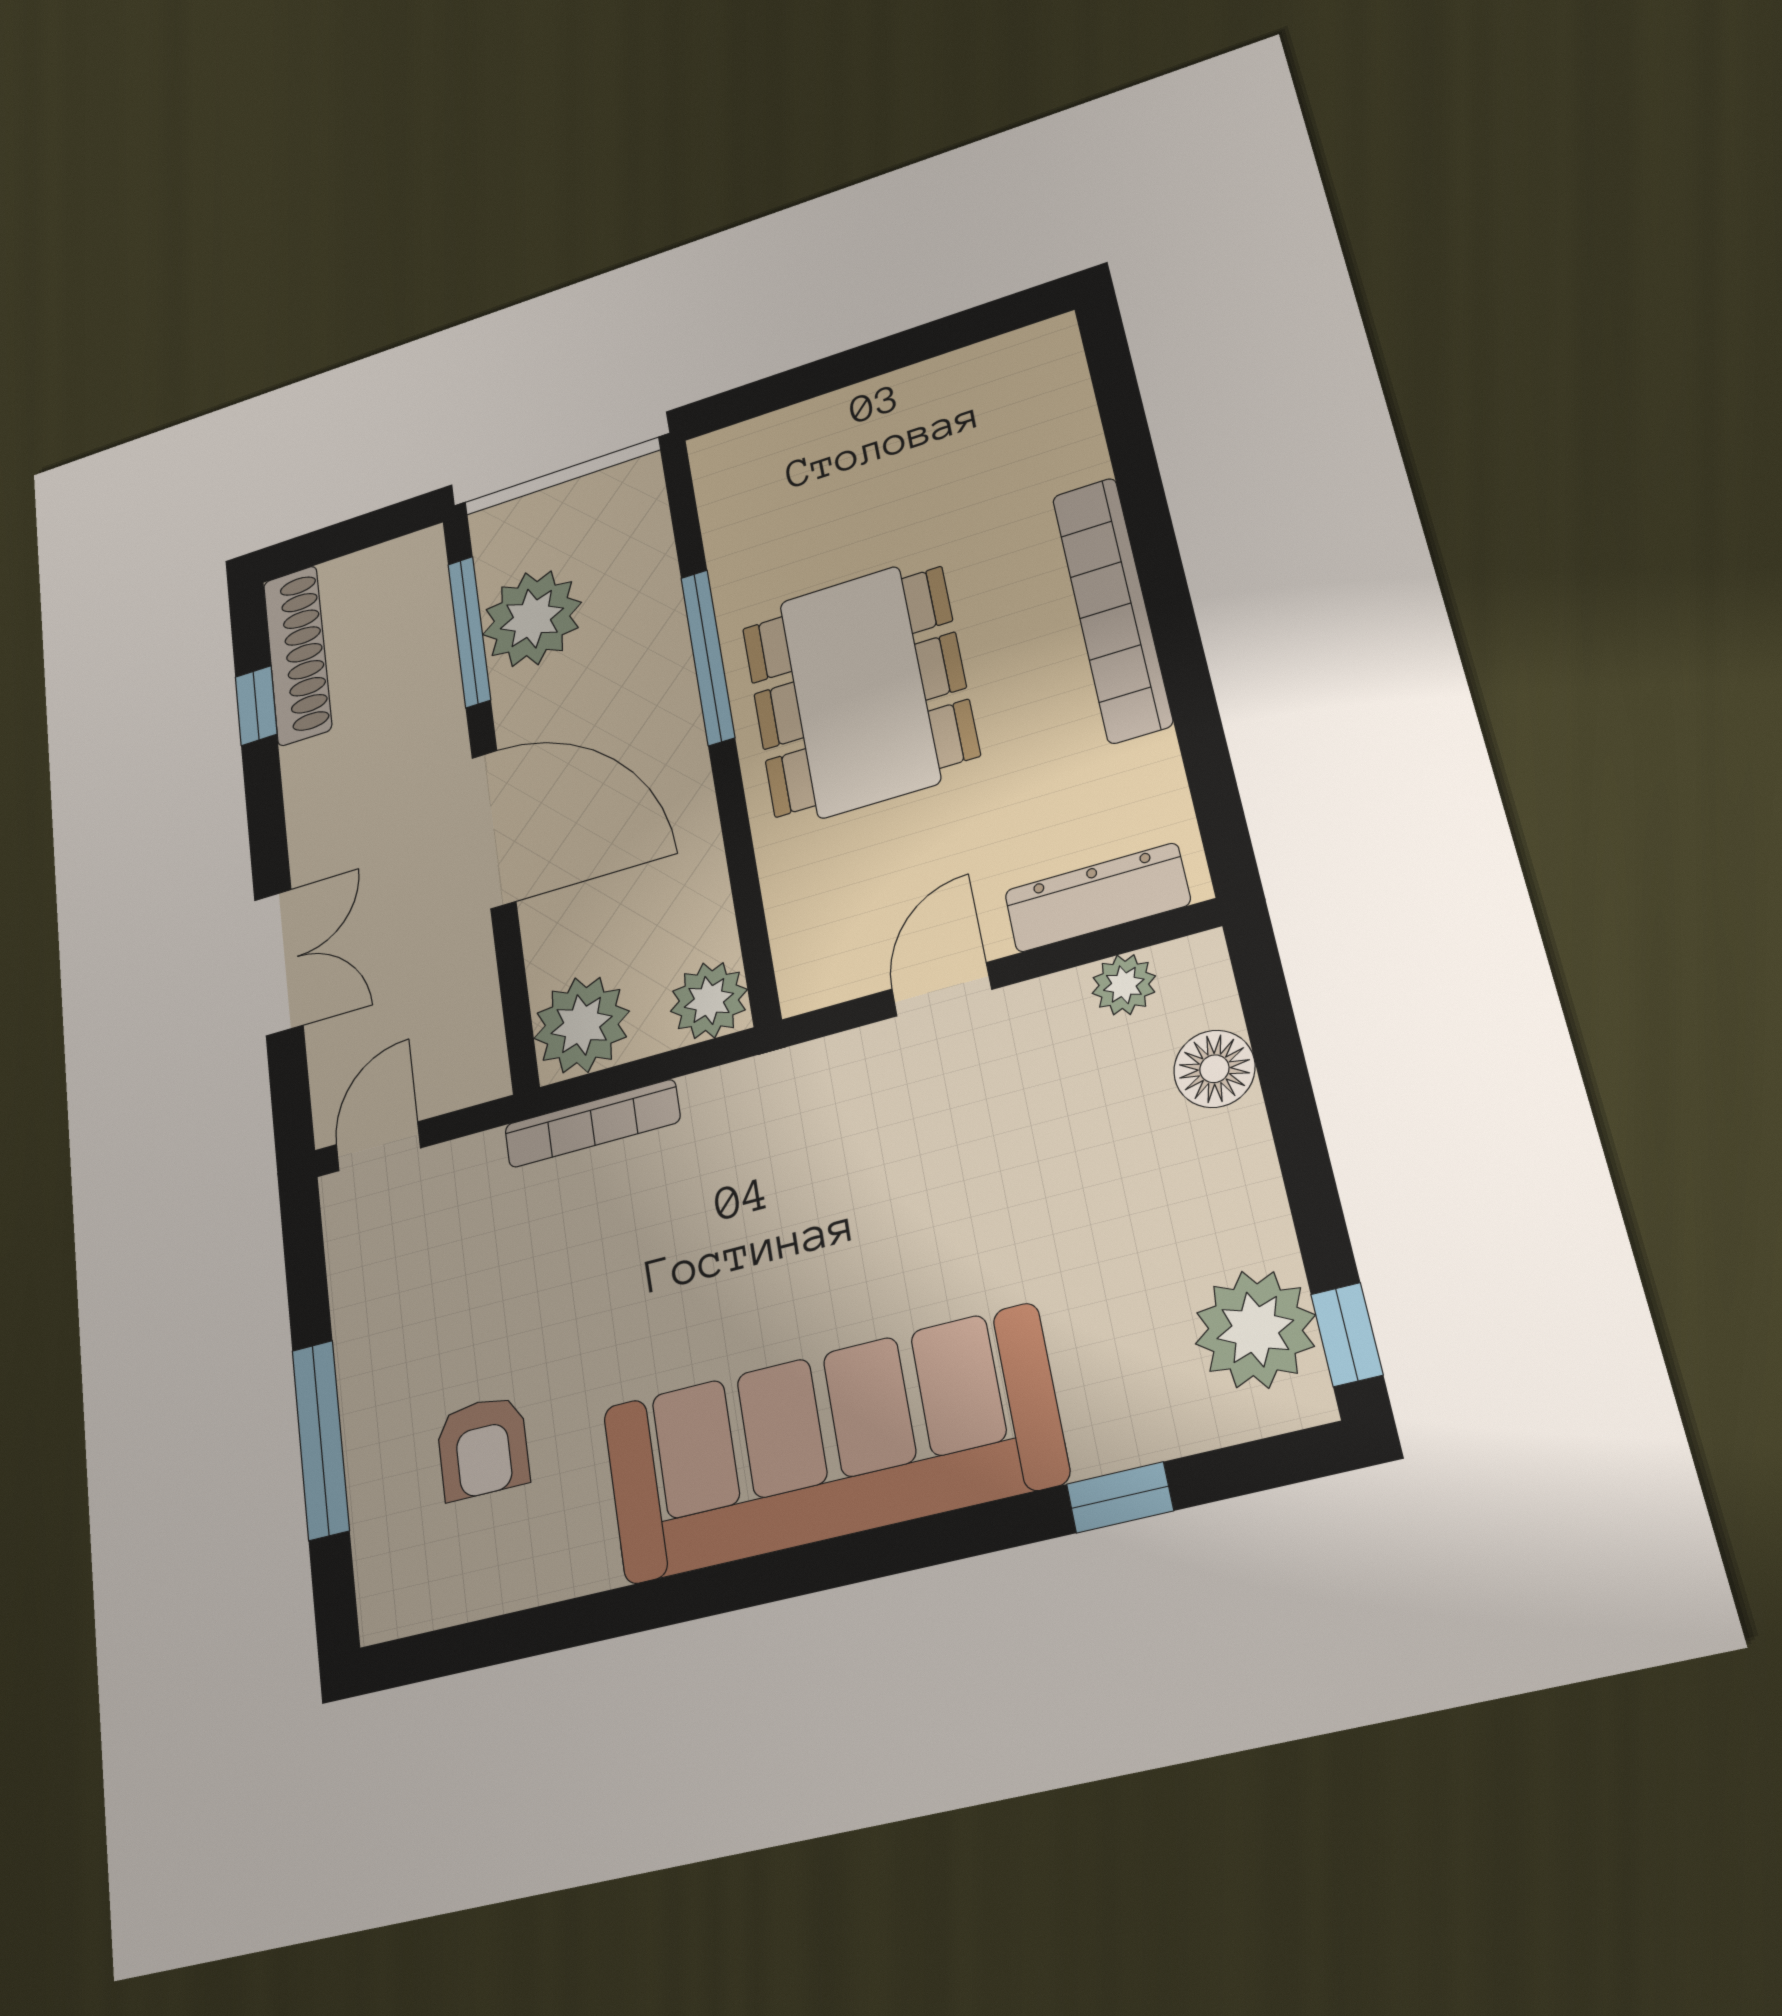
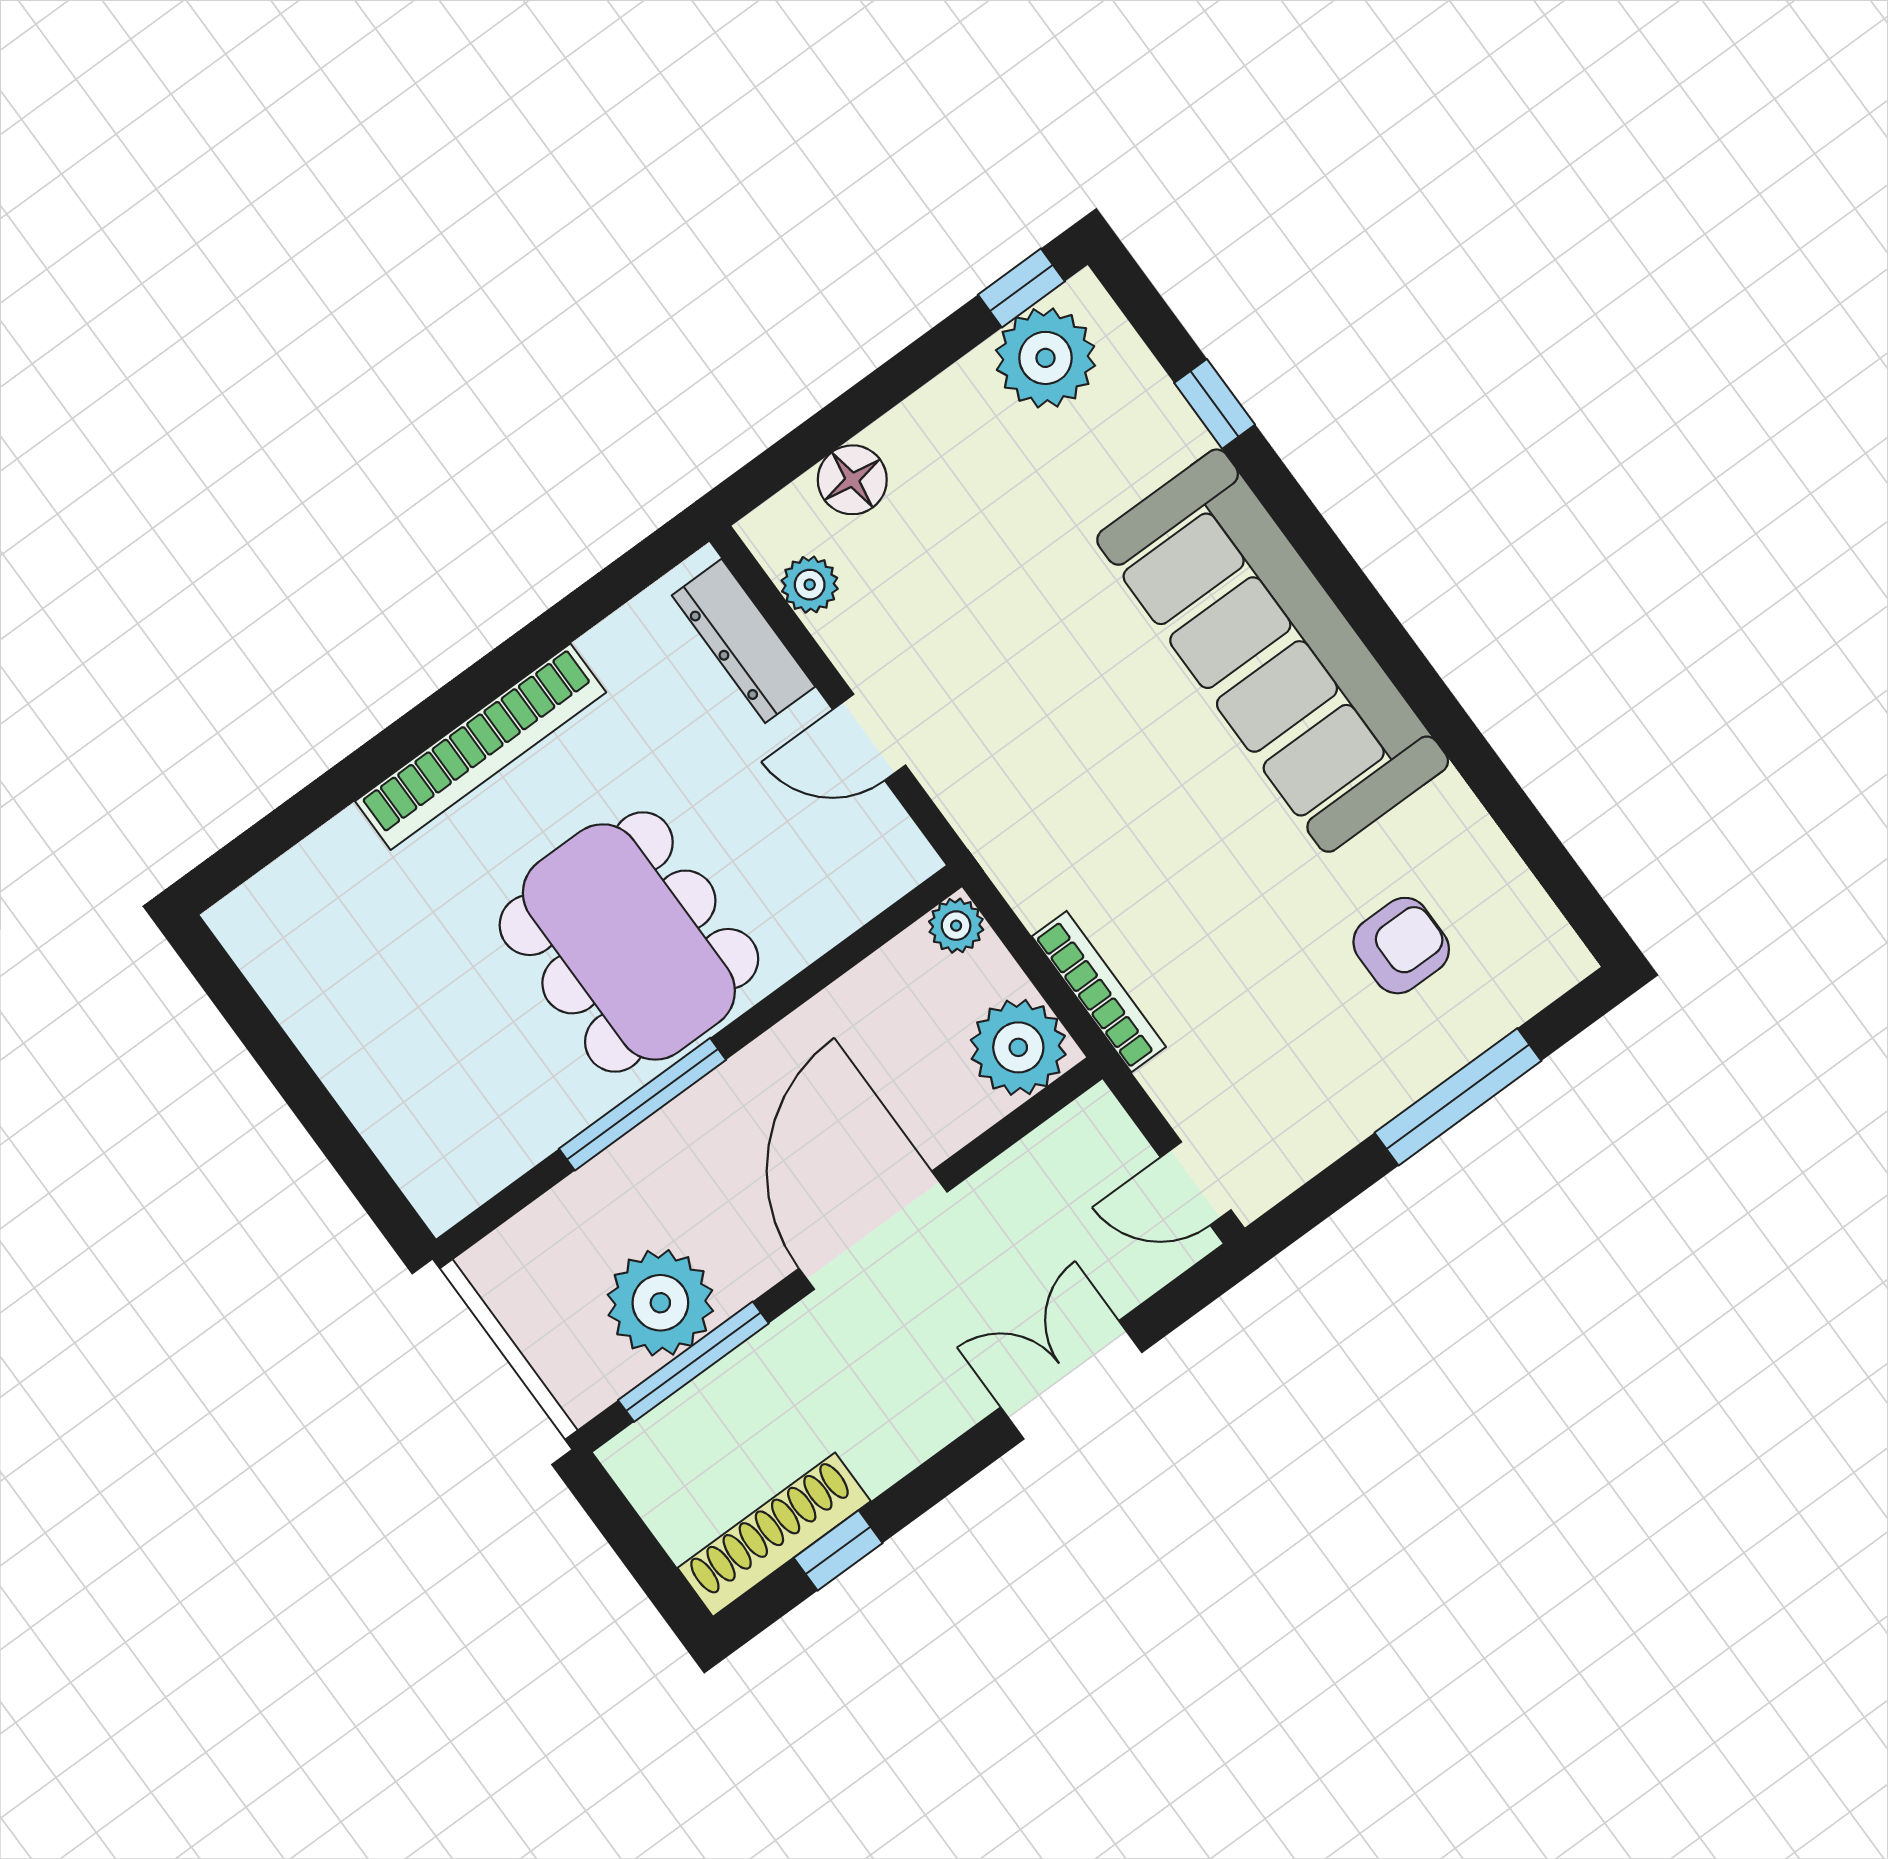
dining table: (859, 691) -> (629, 942), turned 90
plant: (709, 1000) -> (956, 926), width x0.73, depth x0.73

